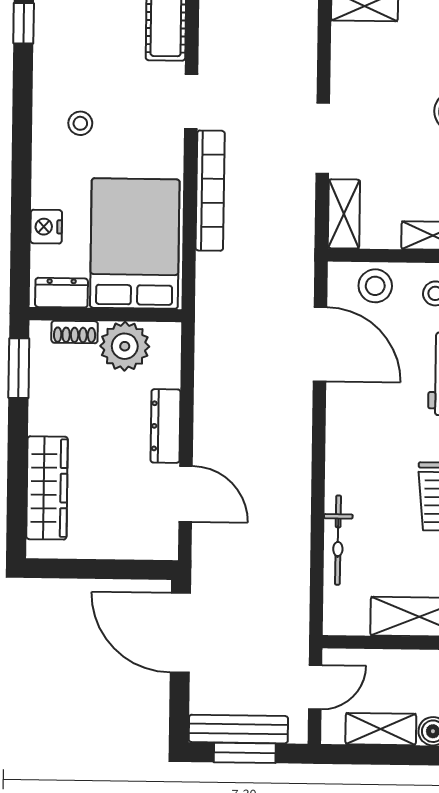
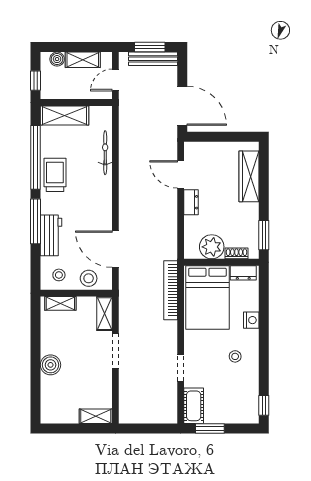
bookcase: (210, 191) -> (171, 290), moved
nightstand: (46, 227) -> (251, 320), moved
dresser: (166, 426) -> (191, 202), width x0.70

